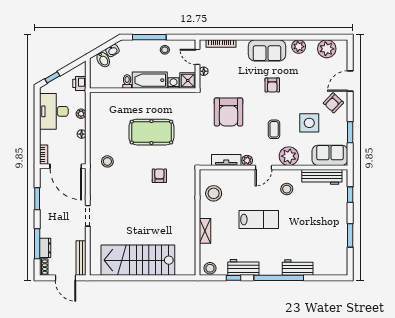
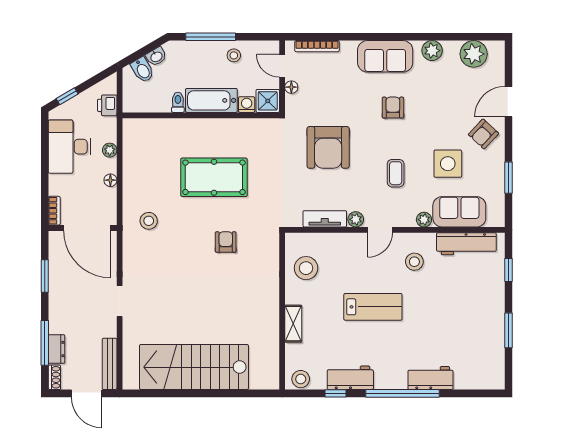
armchair: (272, 85) -> (393, 108), turned 180
sofa: (330, 155) -> (459, 212), moved
plant: (289, 156) -> (424, 220), width x0.53, depth x0.53

